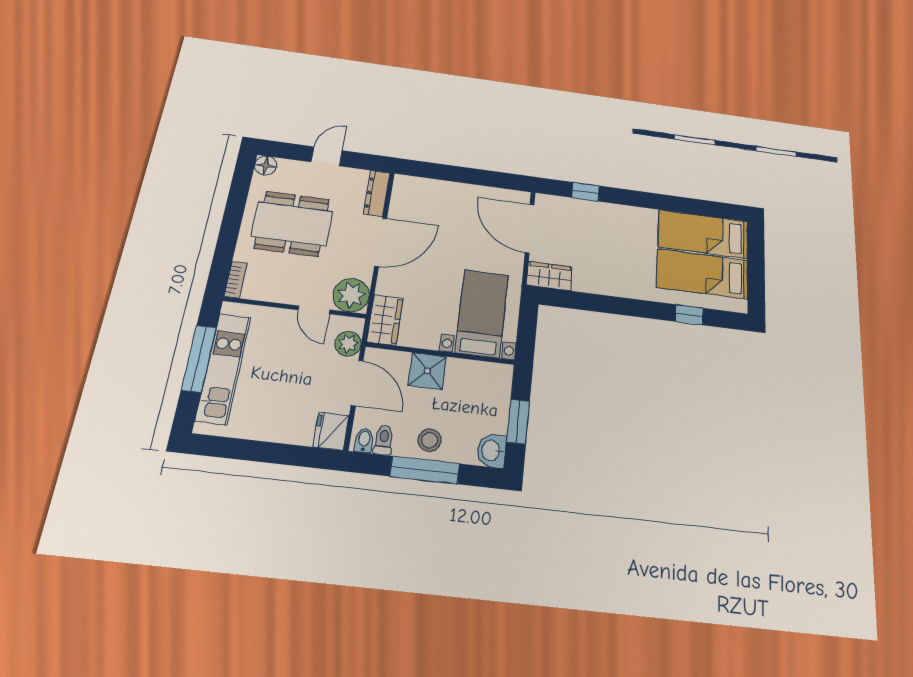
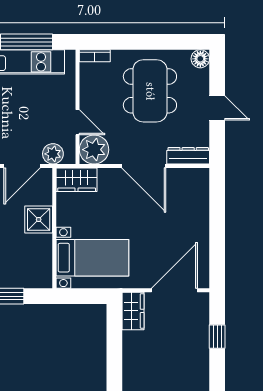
door: (314, 310) -> (77, 122), swing flipped

